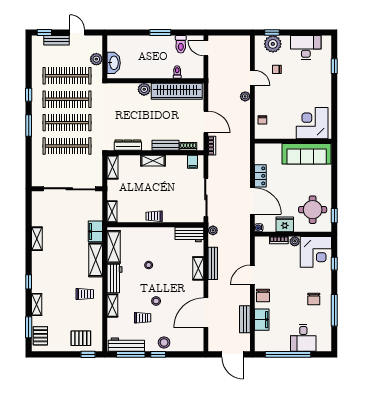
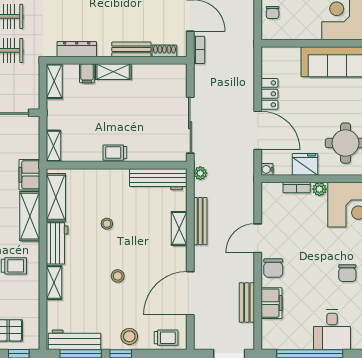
filing cabinet: (193, 162) -> (87, 73), moved
workbench: (189, 235) -> (158, 179), width x1.38
trolley: (143, 318) -> (166, 338), moved

